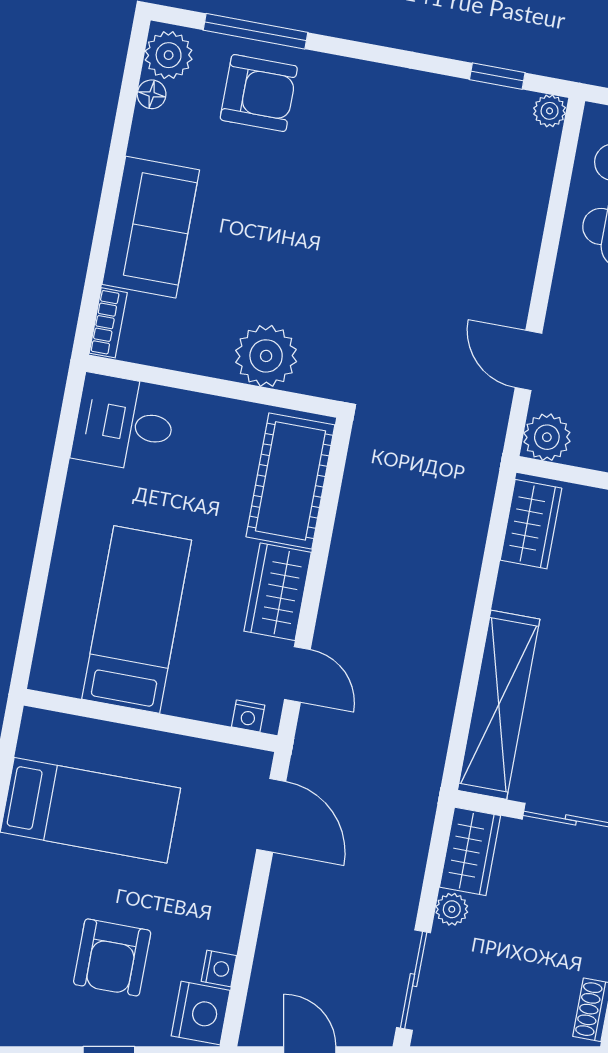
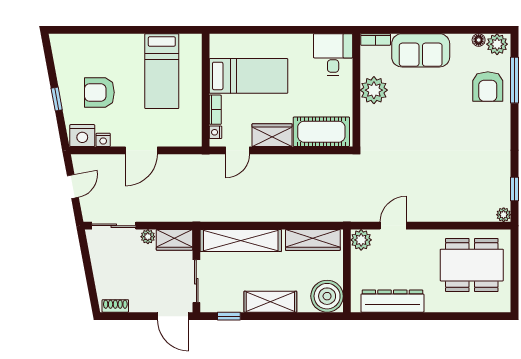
plant: (266, 356) -> (374, 90), moved
wardrobe: (531, 524) -> (313, 240), width x1.50
bookcase: (198, 707) -> (215, 110), added
door: (271, 815) -> (141, 150), moved

